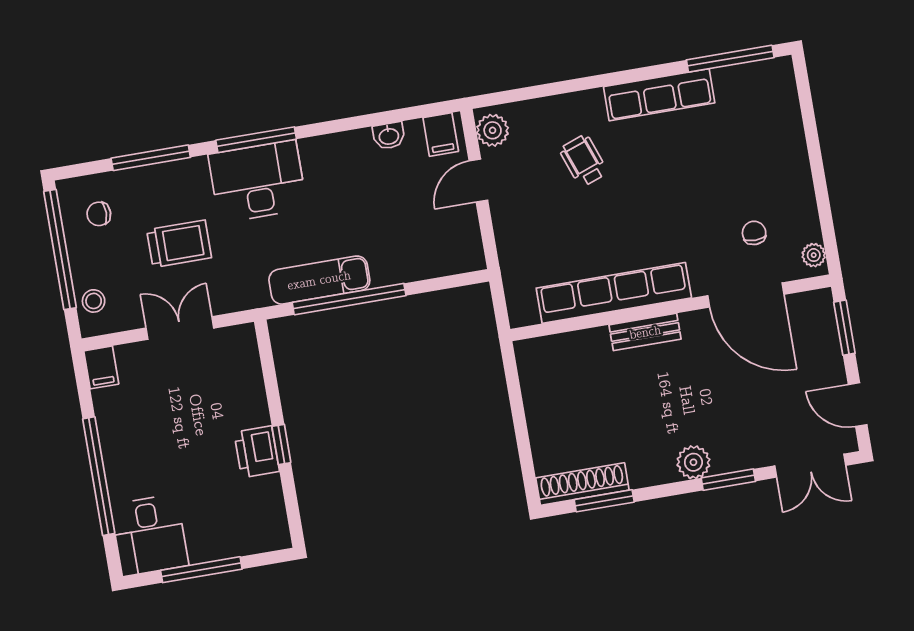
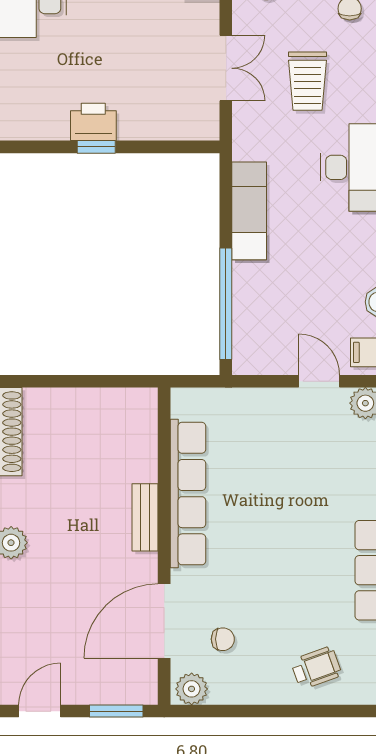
wheelchair: (583, 161) -> (316, 668), moved
plant: (814, 255) -> (192, 689), width x1.38, depth x1.38
window: (349, 299) -> (226, 304), moved

